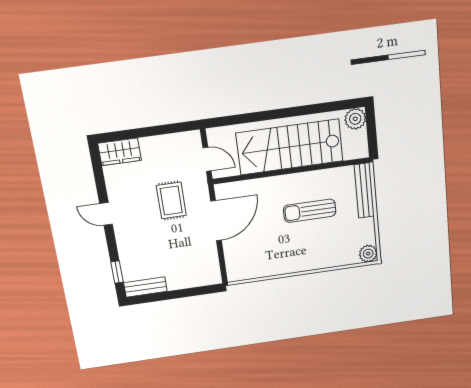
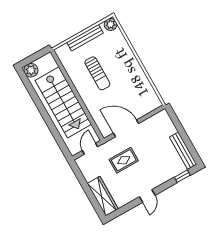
wardrobe: (120, 152) -> (103, 196), width x1.50
bench: (364, 191) -> (85, 38), moved
bench: (145, 287) -> (183, 151), width x1.36

